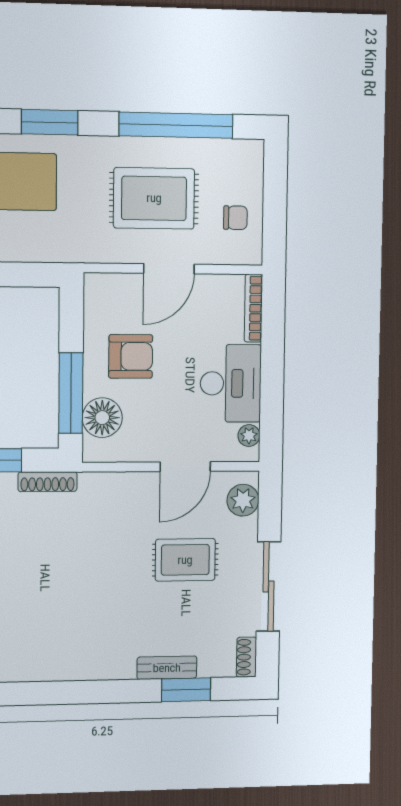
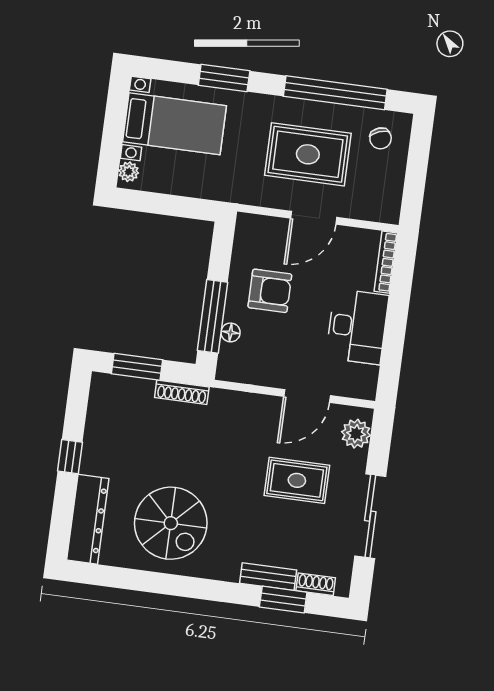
chair: (235, 218) -> (381, 138), moved, turned 70
floor lamp: (102, 418) -> (231, 332), width x0.53, depth x0.53
plant: (249, 436) -> (368, 376), removed
spiral stairs: (54, 626) -> (171, 523), added
shoe rack: (246, 657) -> (316, 584), moved, turned 90

